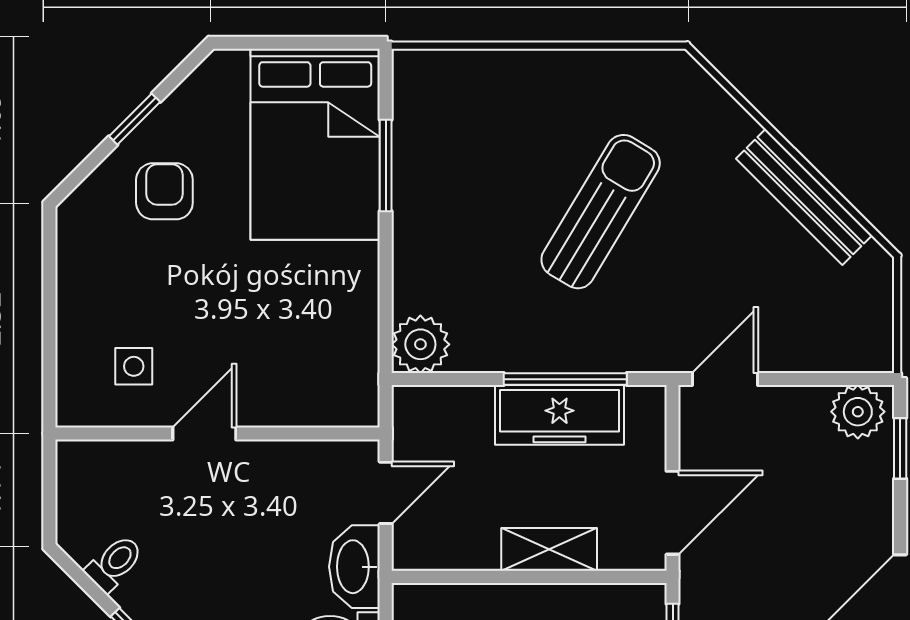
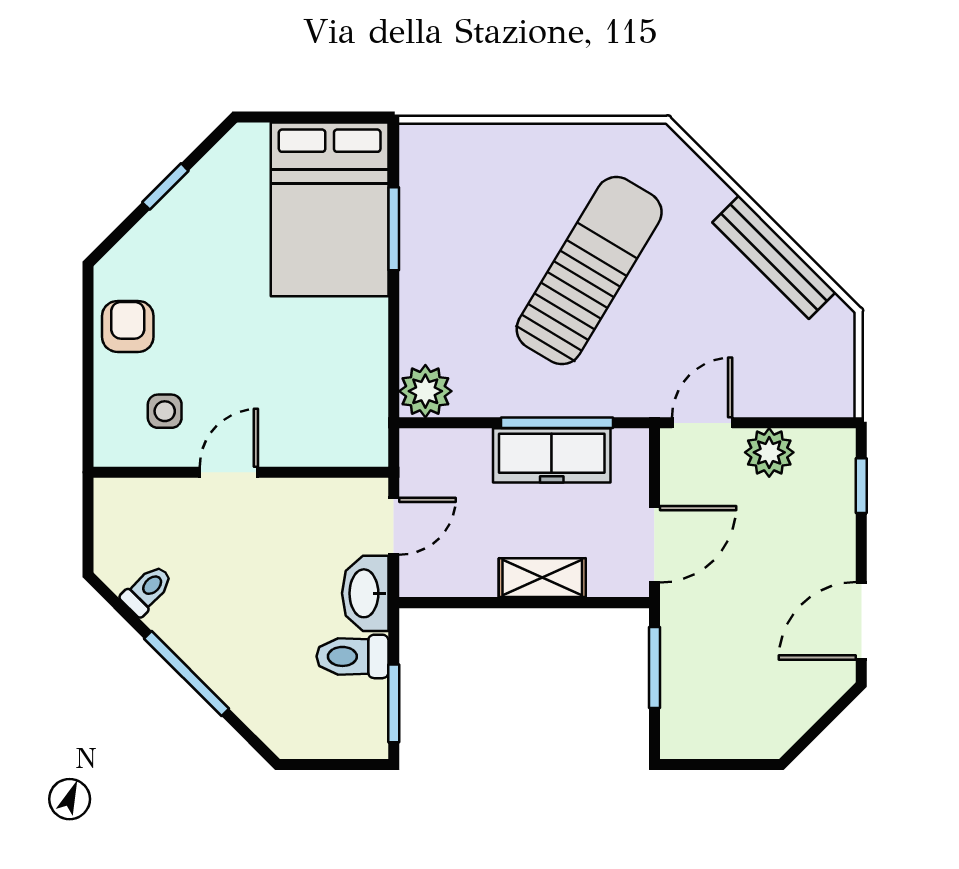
armchair: (164, 191) -> (128, 326), moved
sun lounger: (601, 212) -> (589, 271), width x1.36, depth x1.34
plant: (858, 412) -> (769, 452), moved

